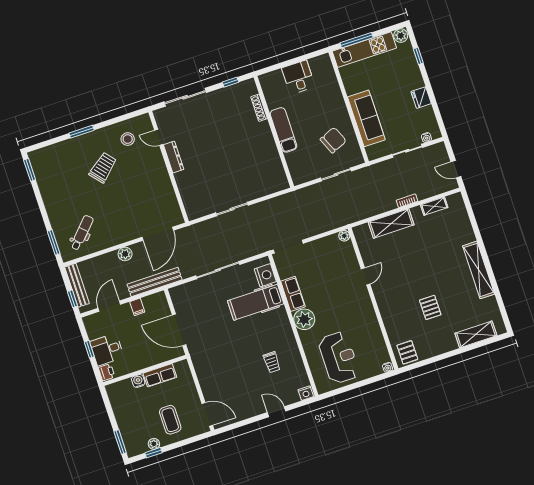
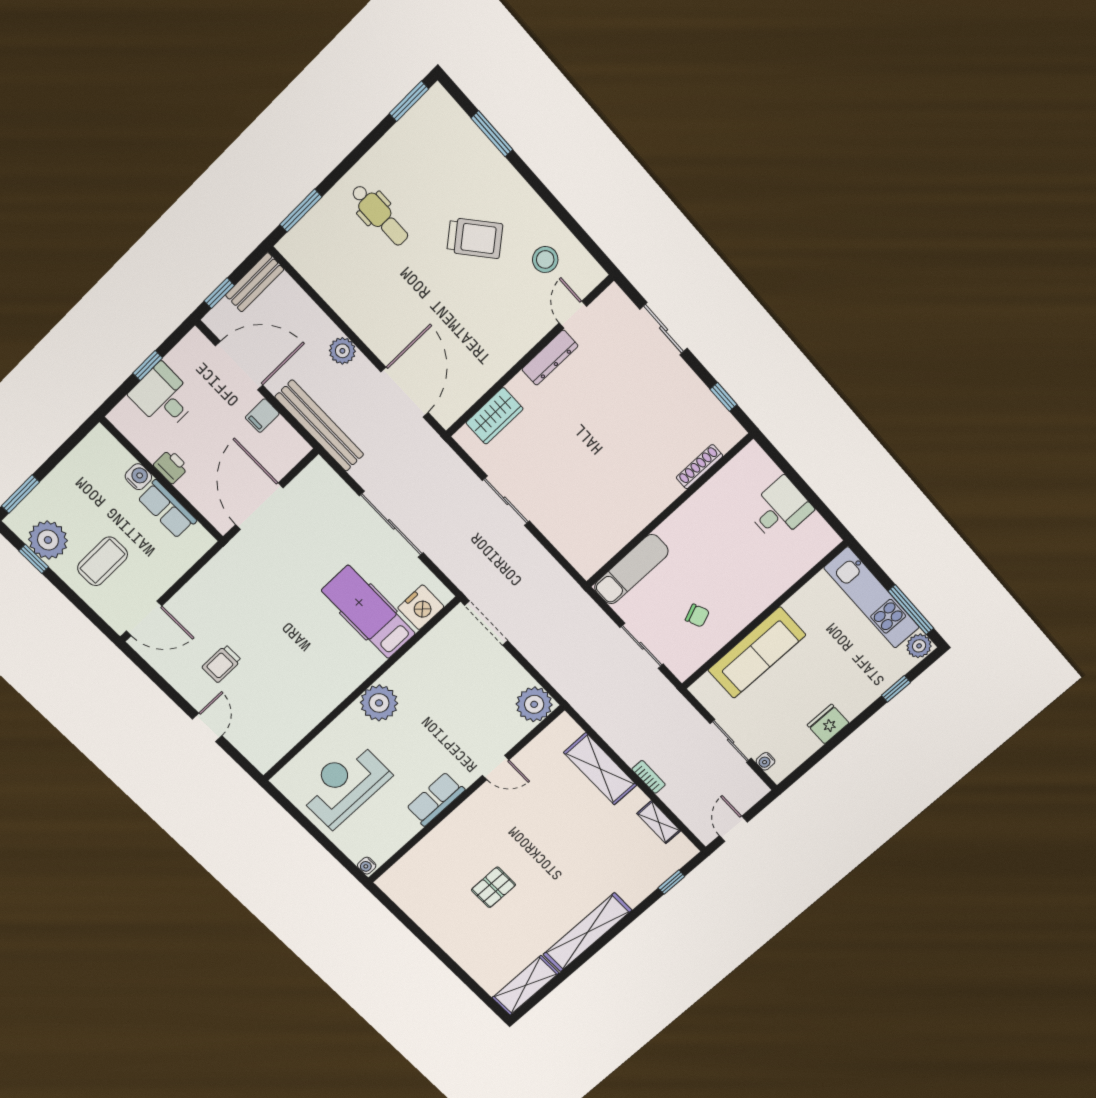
window: (357, 40) -> (911, 610), moved
sliding door: (185, 97) -> (664, 329), width x0.73
exam couch: (284, 130) -> (631, 569), moved
window: (82, 132) -> (492, 134), moved
chair: (333, 140) -> (697, 616), width x0.54, depth x0.54
wardrobe: (189, 196) -> (495, 416), added
window: (471, 214) -> (671, 882), added
dental chair: (82, 233) -> (380, 215), moved, turned 47
door: (158, 234) -> (404, 392), swing flipped
plant: (344, 236) -> (534, 704), width x1.88, depth x1.88
bench: (77, 285) -> (255, 282), width x0.73
row of seats: (293, 294) -> (436, 799), moved, turned 180
door: (109, 306) -> (239, 366), width x1.36
shelving: (476, 334) -> (526, 985), moved, turned 90
pallet: (407, 352) -> (406, 885), removed
reception desk: (339, 358) -> (344, 785), turned 180
trolley: (272, 362) -> (222, 664), moved
printer: (107, 372) -> (171, 466), moved, turned -90
nightstand: (306, 393) -> (261, 759), removed
door: (207, 414) -> (144, 618), hinge flipped
plant: (154, 444) -> (48, 540), width x1.87, depth x1.87

